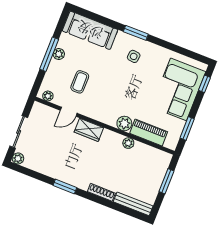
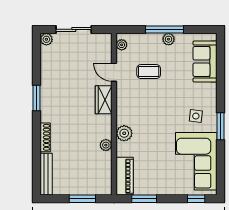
sofa: (90, 30) -> (205, 61), width x0.73
window: (136, 33) -> (221, 126), moved
corner sofa: (178, 89) -> (196, 161), moved, turned -90
piano: (149, 132) -> (125, 176), moved

